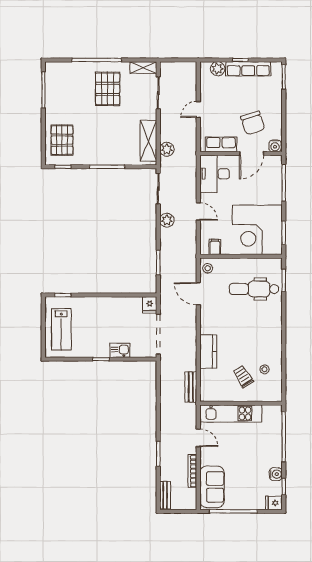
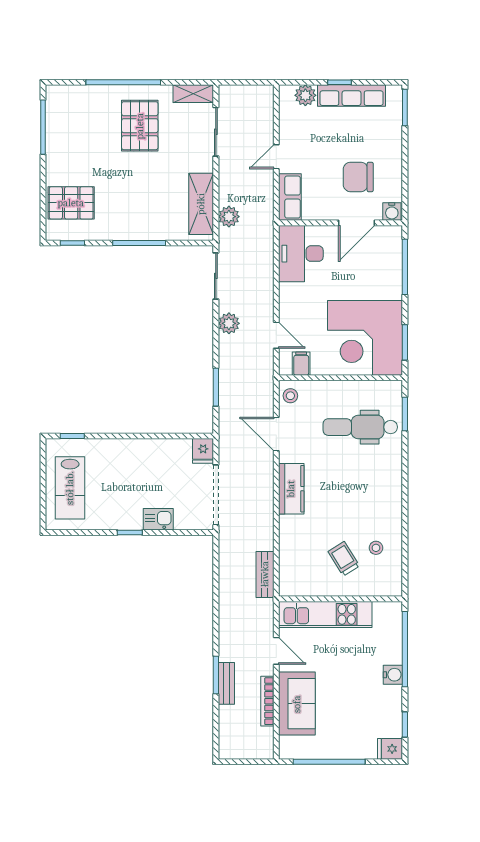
chair: (253, 123) -> (358, 177), turned 108
pallet: (62, 140) -> (71, 203), turned 90
row of seats: (221, 144) -> (290, 197), moved, turned 90
door: (198, 211) -> (276, 335), moved
kitchen counter: (208, 351) -> (291, 489), moved
water cooler: (276, 474) -> (393, 675), moved
sofa: (212, 487) -> (297, 704), moved
bench: (165, 495) -> (226, 683), moved

